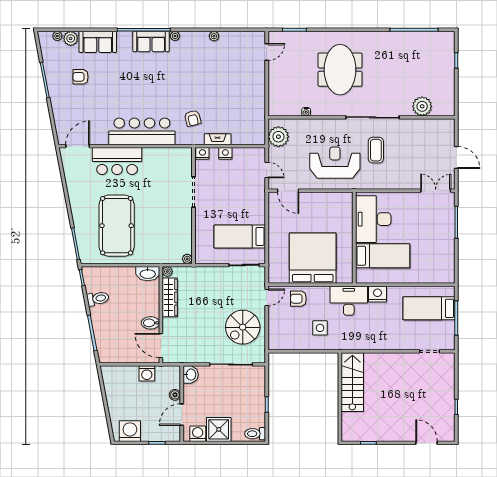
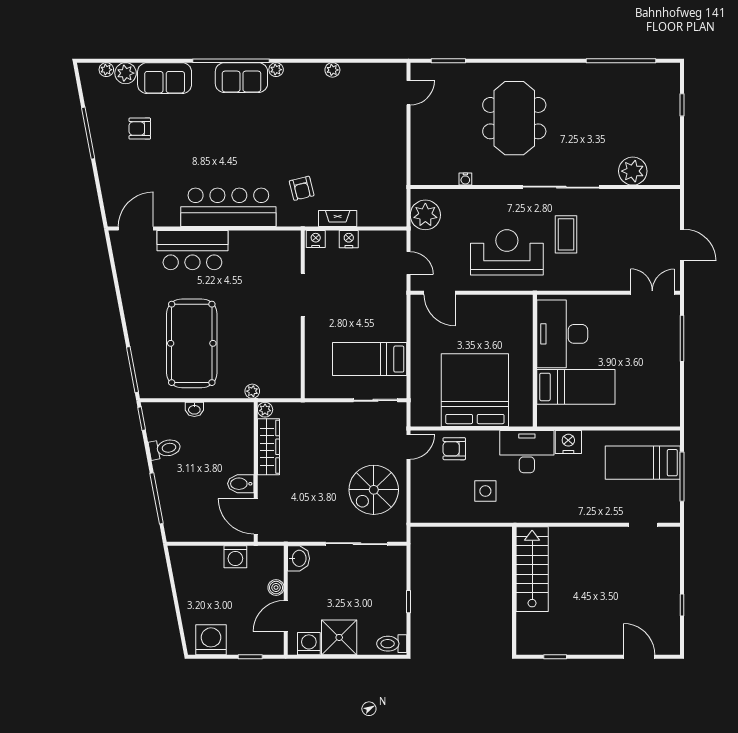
plant: (187, 259) -> (252, 391), moved
washbasin: (148, 274) -> (194, 409), moved, width x0.52, depth x0.69

